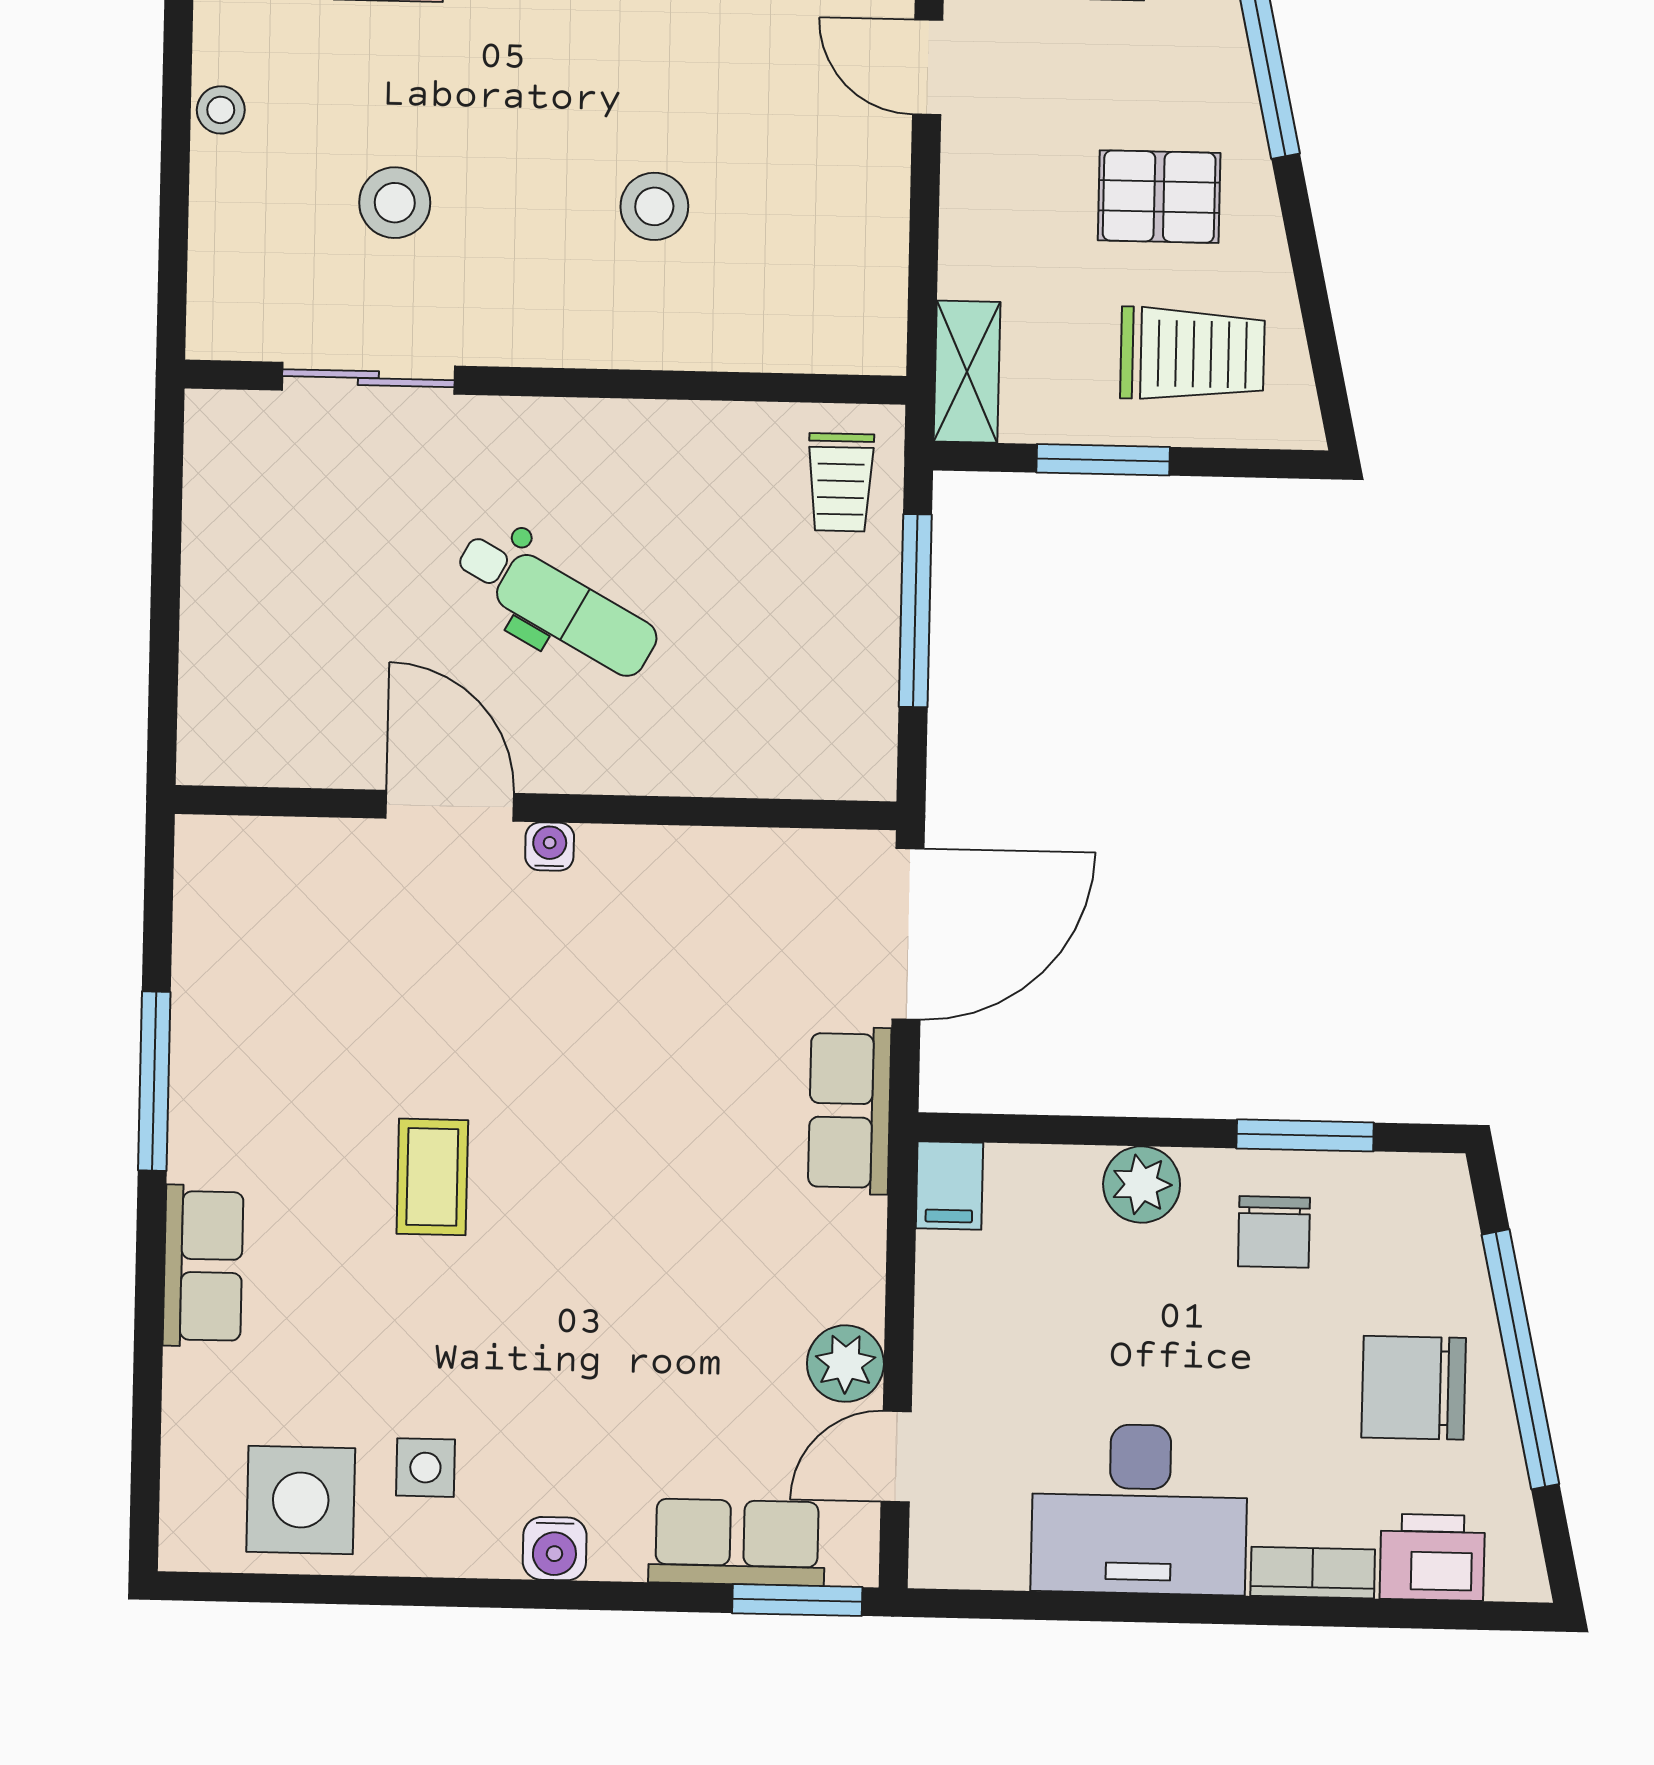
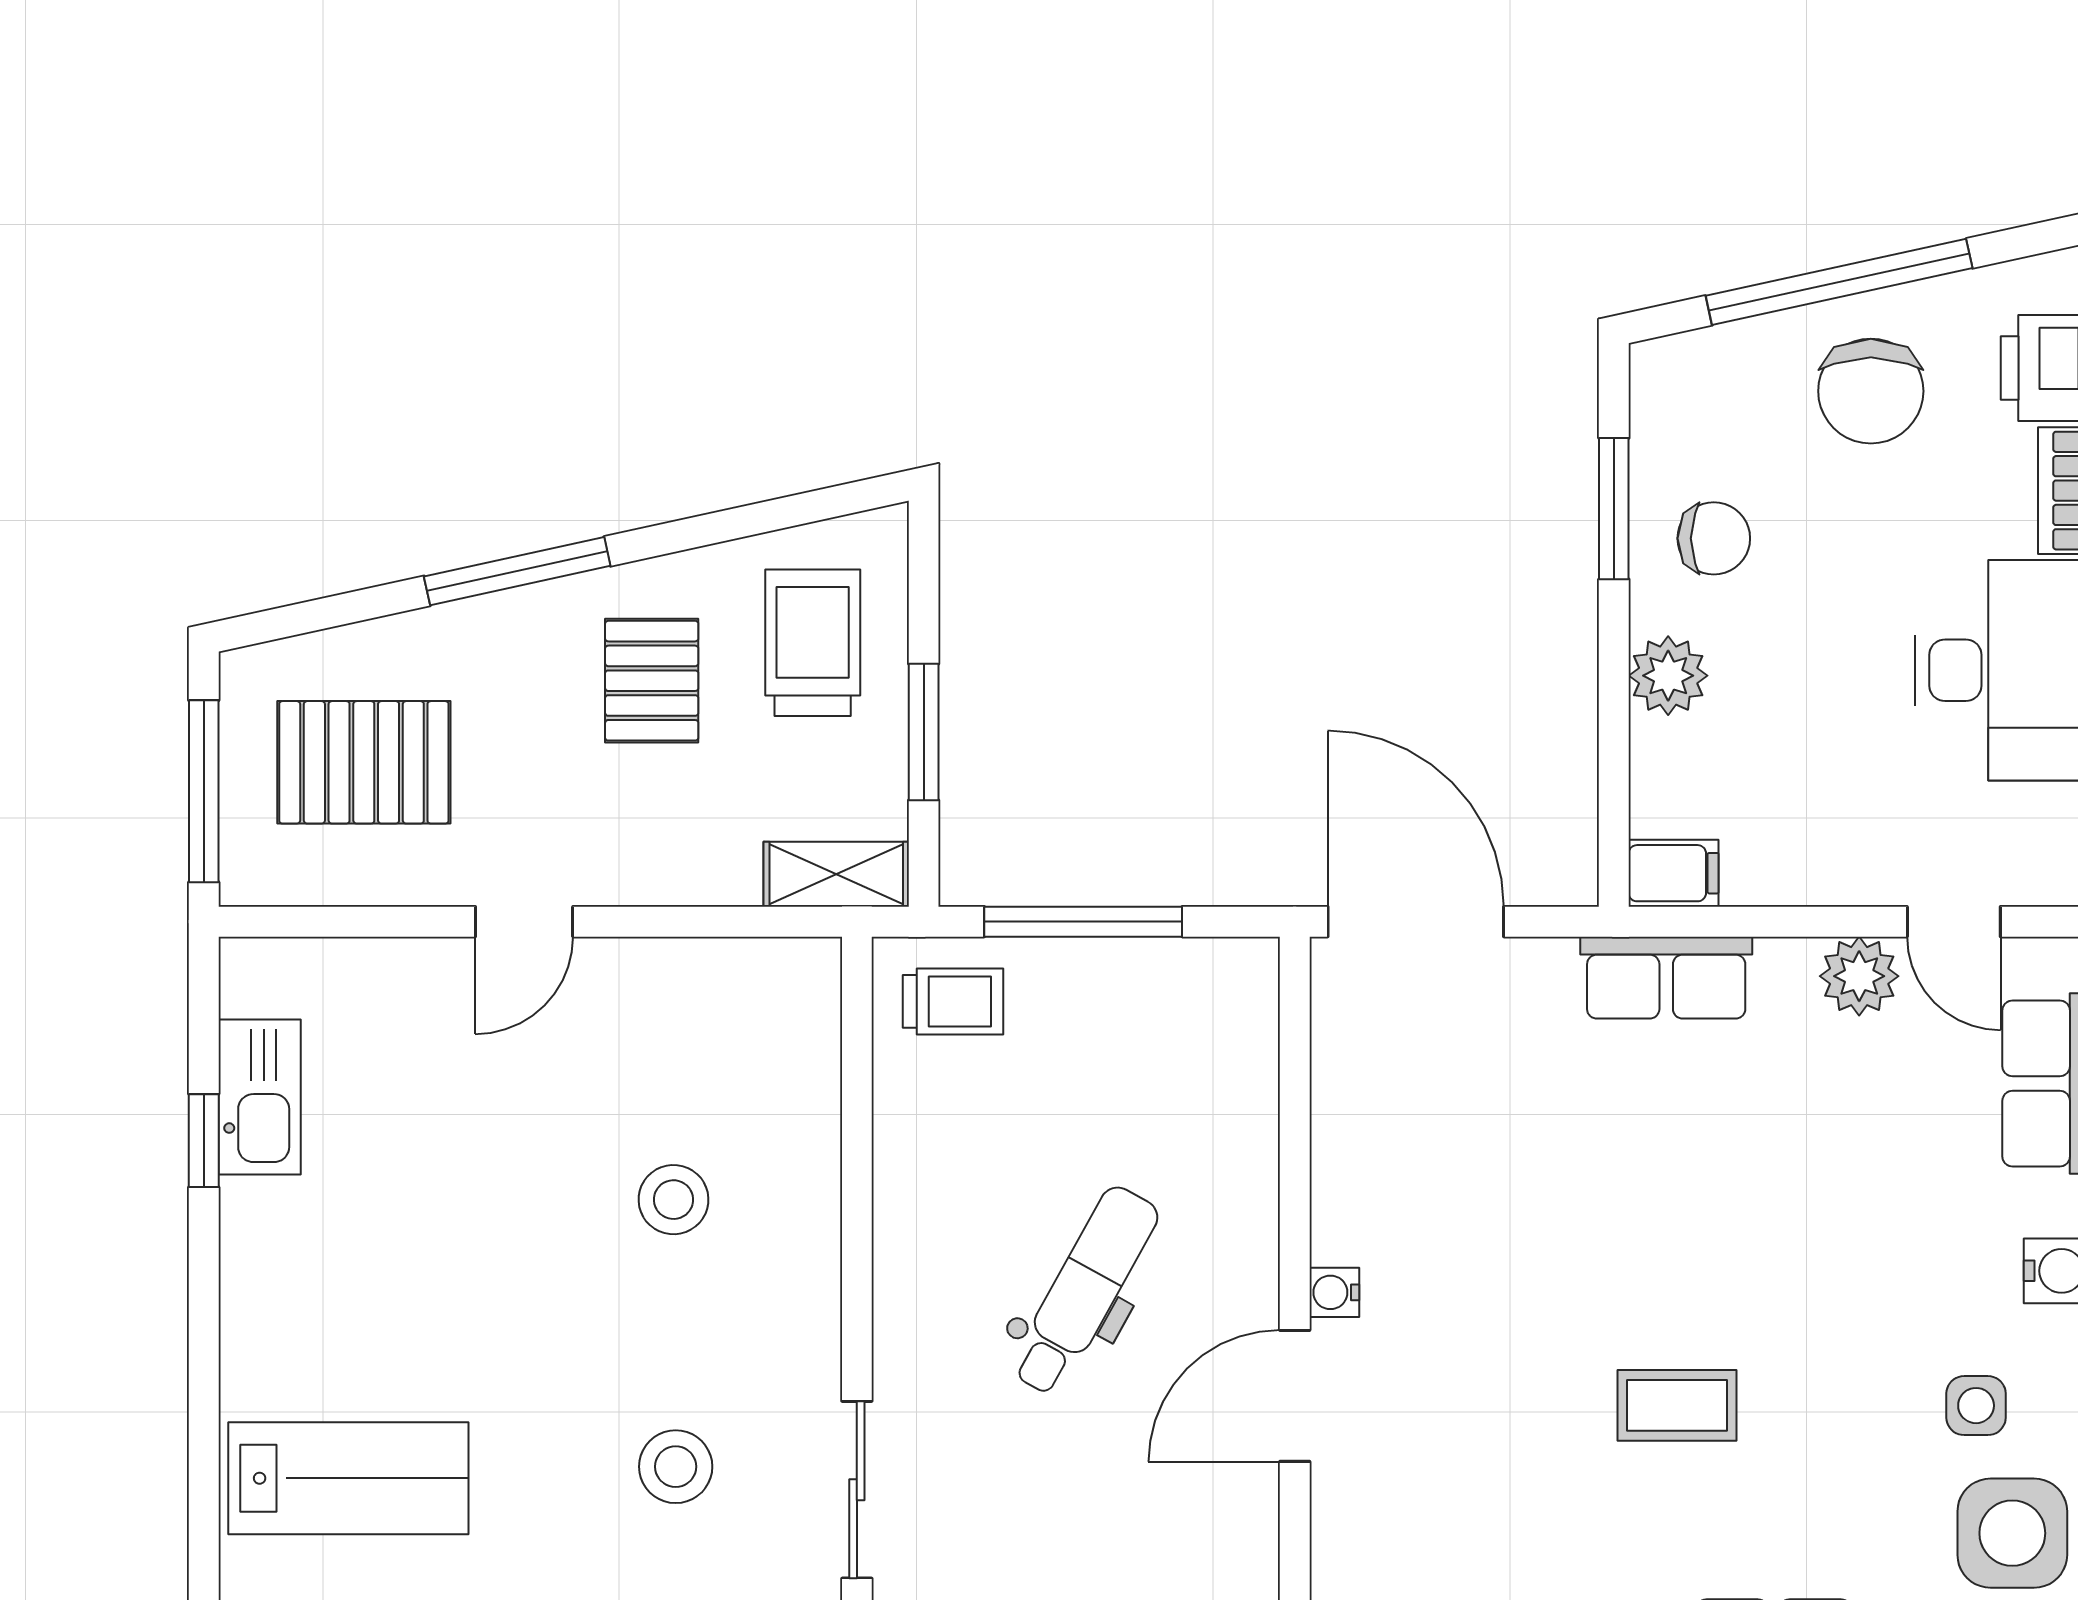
row of seats: (850, 1111) -> (1666, 978), moved

